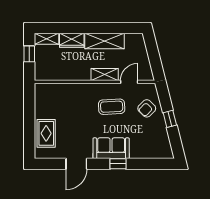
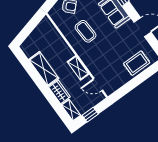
shelving: (105, 75) -> (78, 68), moved
door: (129, 82) -> (98, 85), moved

